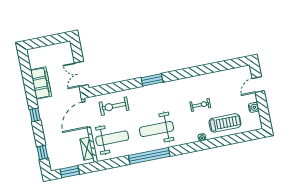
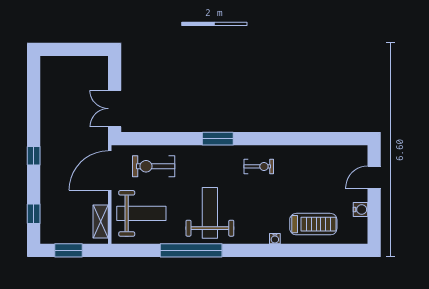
filing cabinet: (41, 83) -> (52, 110), removed
exercise bike: (200, 105) -> (259, 166), moved
weight bench: (156, 129) -> (210, 213), turned 90

